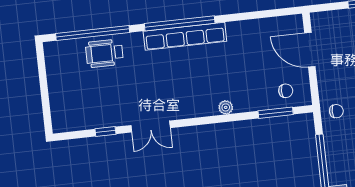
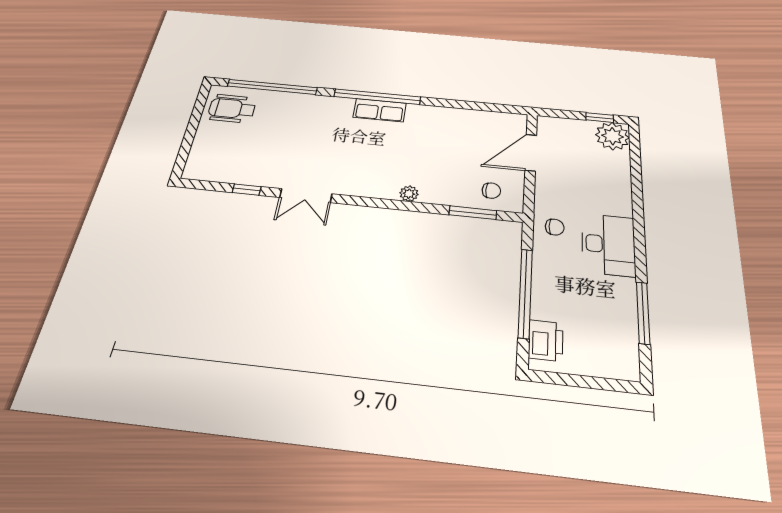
row of seats: (185, 36) -> (380, 110), width x0.50
door: (310, 50) -> (531, 153), hinge flipped
wheelchair: (104, 53) -> (232, 109), moved

